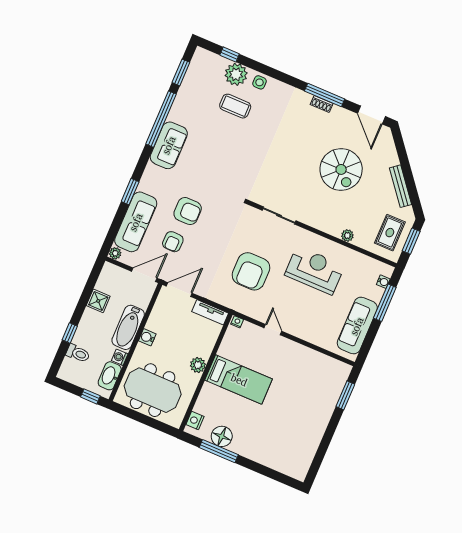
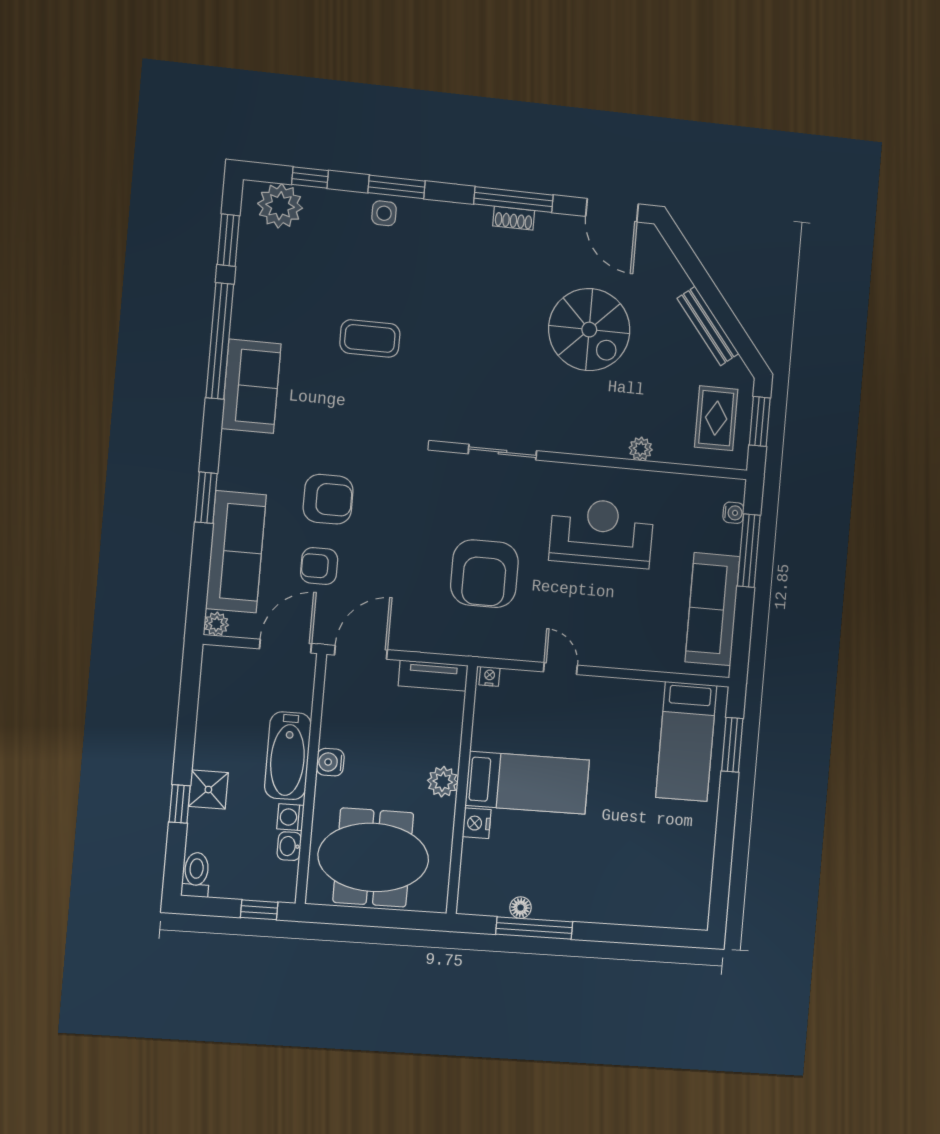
window: (270, 72) -> (397, 187), added
plant: (236, 74) -> (280, 206), moved
coffee table: (235, 106) -> (370, 338), moved
armchair: (173, 242) -> (319, 566), turned 89
shower: (98, 301) -> (208, 790), moved
toilet: (78, 353) -> (196, 875), moved, turned -90
washbasin: (110, 376) -> (289, 846), width x0.52, depth x0.69
bed: (323, 386) -> (686, 741), added
nightstand: (195, 420) -> (477, 823), moved
floor lamp: (222, 436) -> (521, 908), width x0.53, depth x0.53

